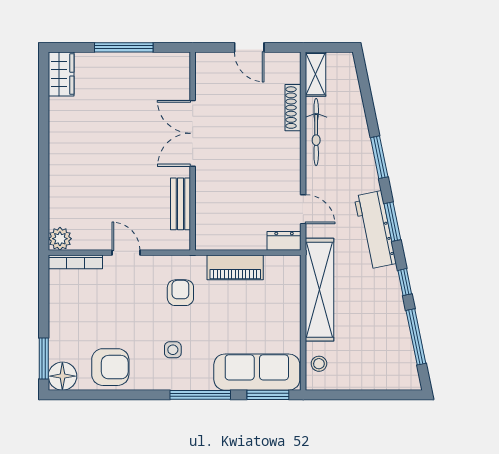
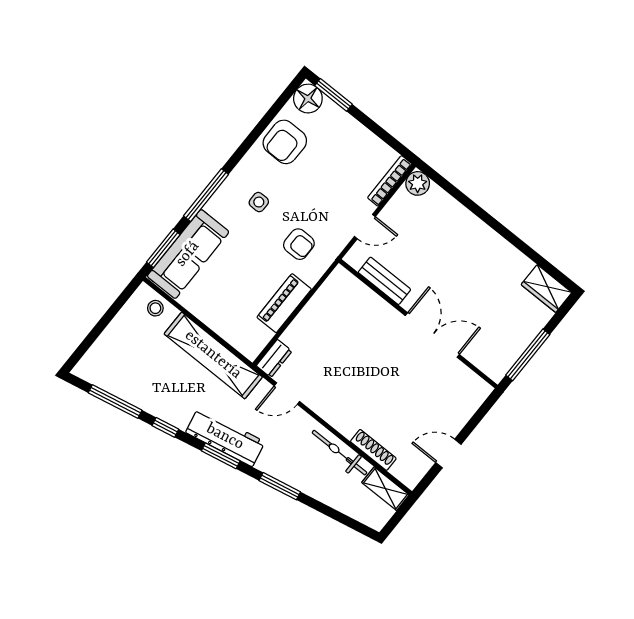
double door: (193, 133) -> (432, 335), moved
wall: (193, 151) -> (418, 324), moved
bench: (181, 204) -> (384, 281), moved

